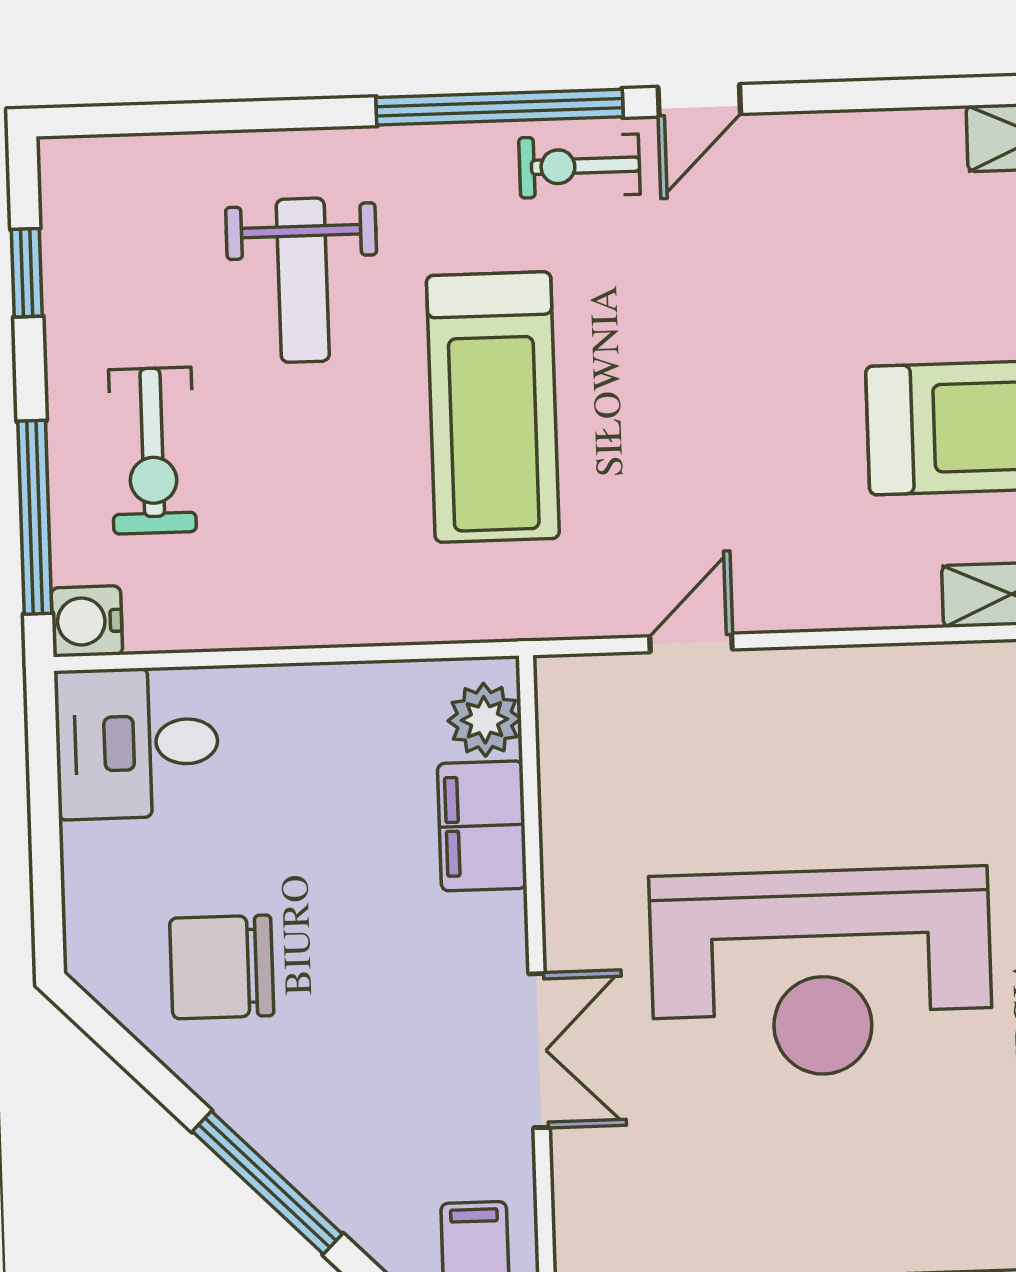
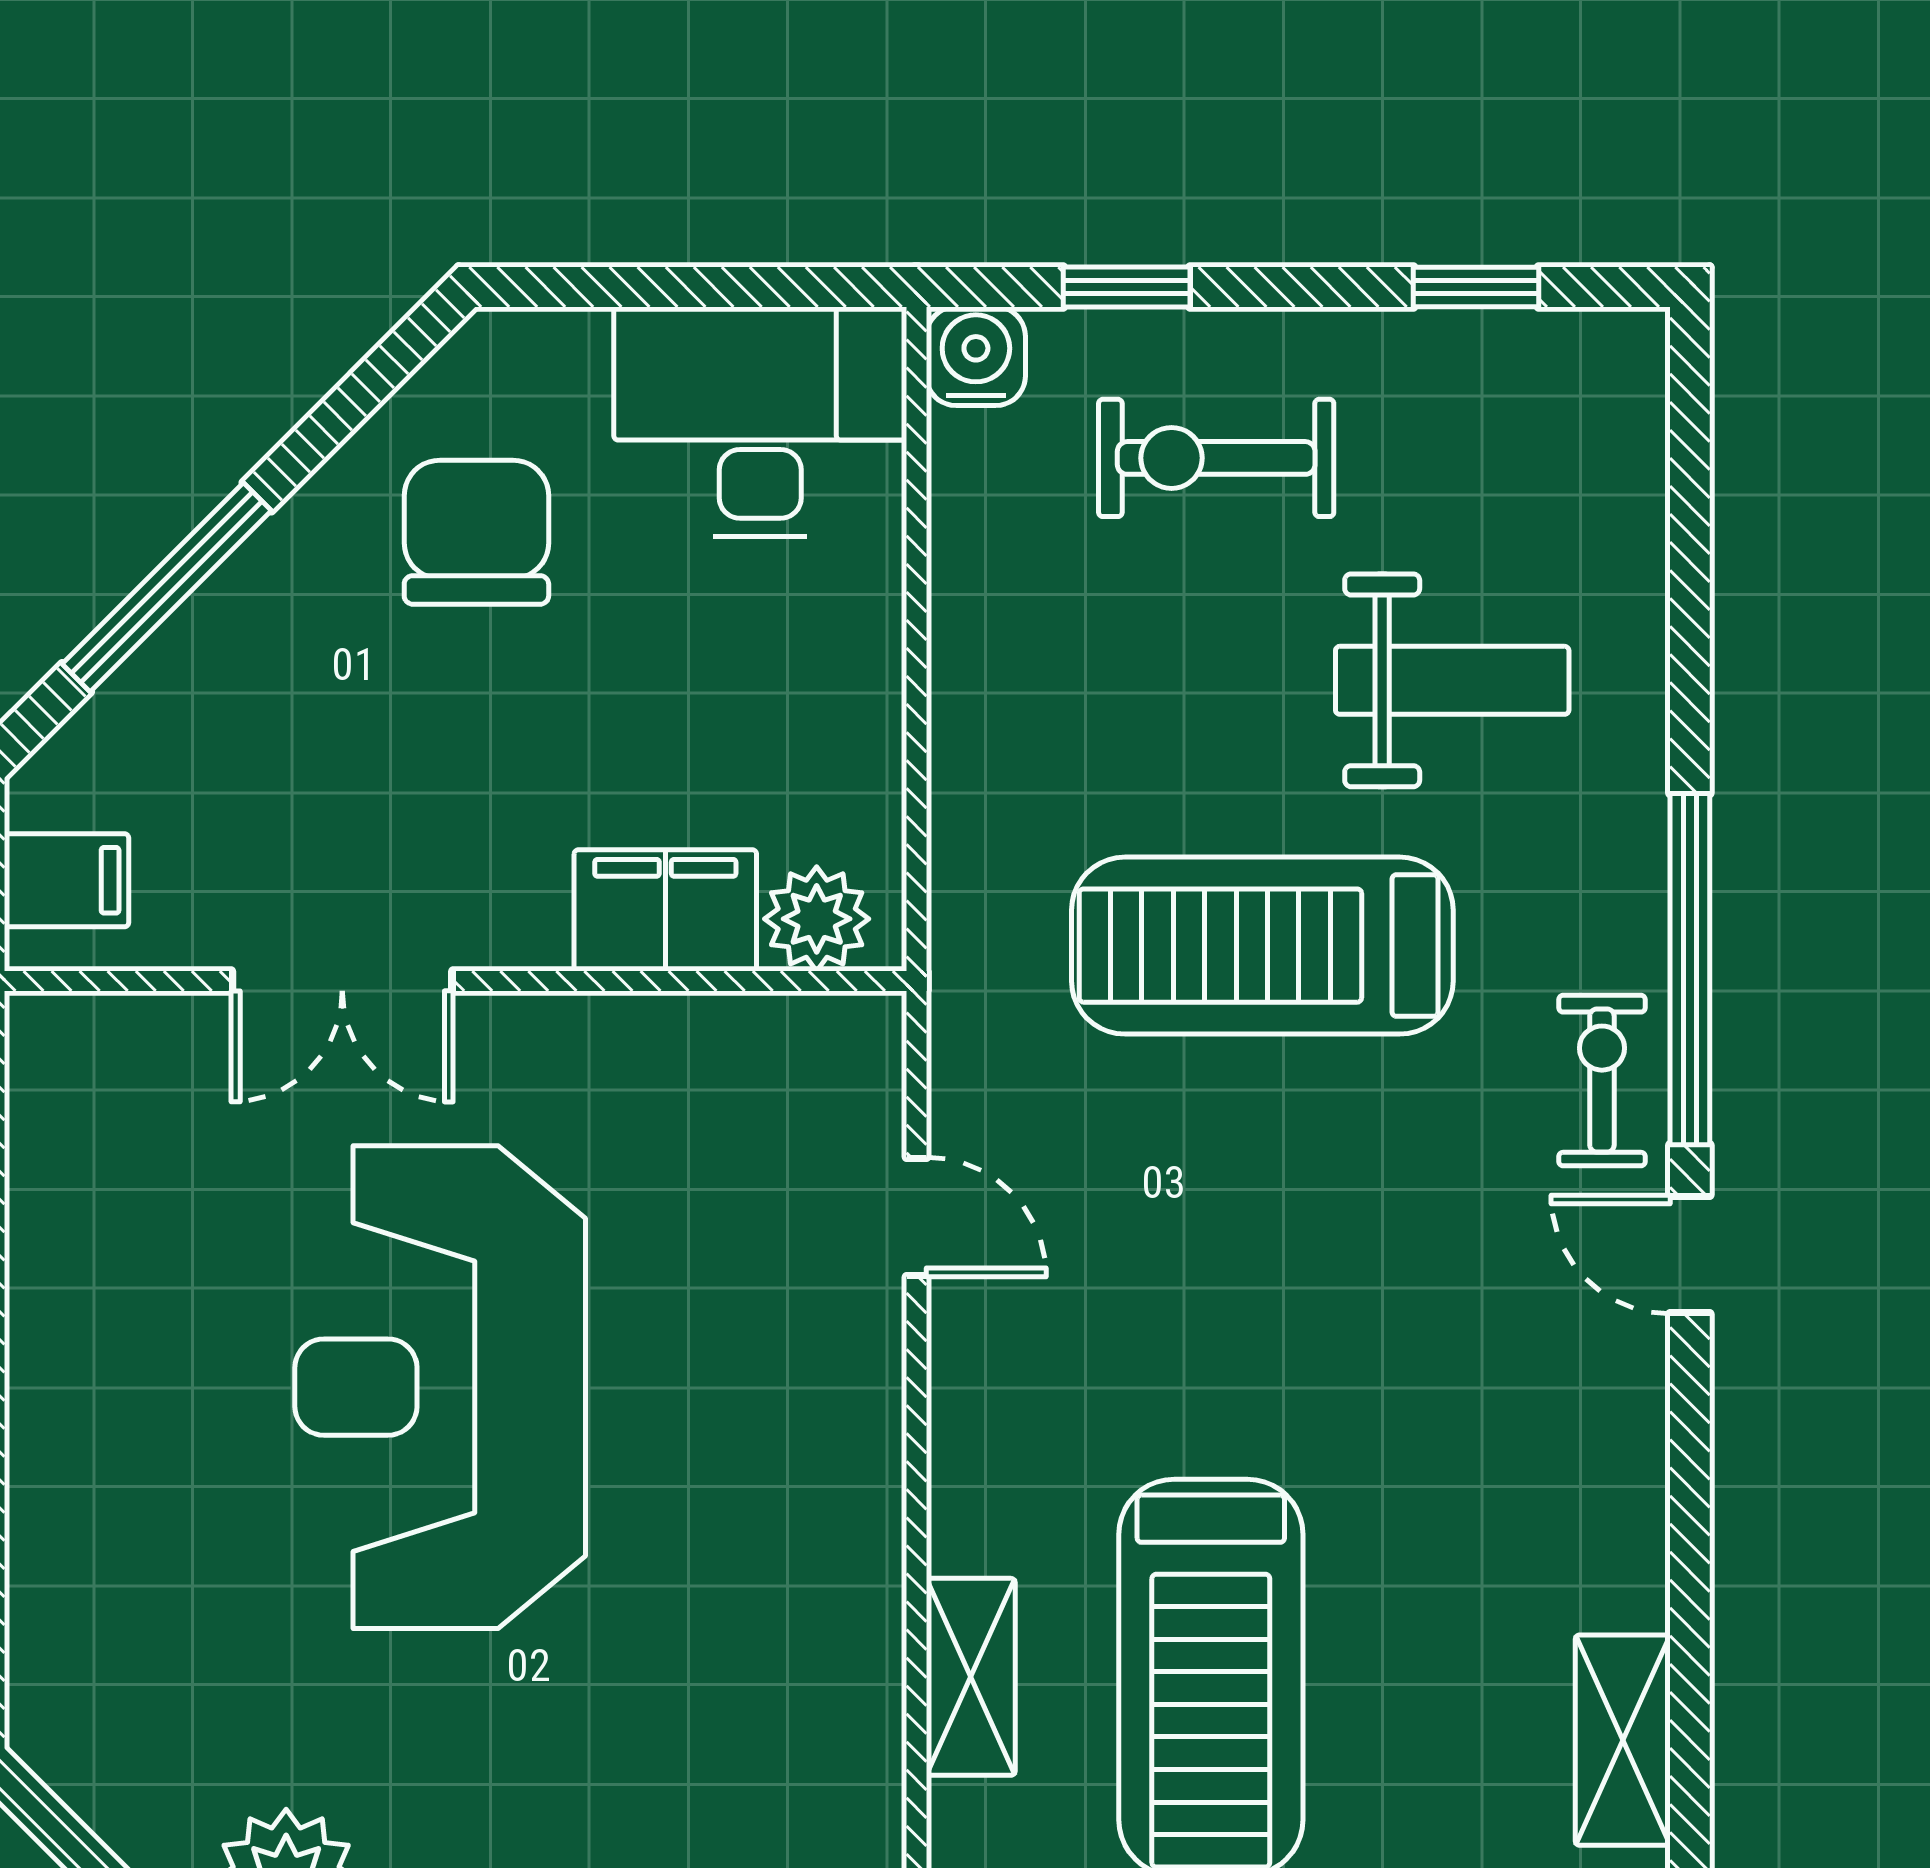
weight bench: (303, 280) -> (1452, 680), turned 180
window: (35, 517) -> (1127, 287), width x0.46
desk: (137, 743) -> (760, 422), width x1.37

